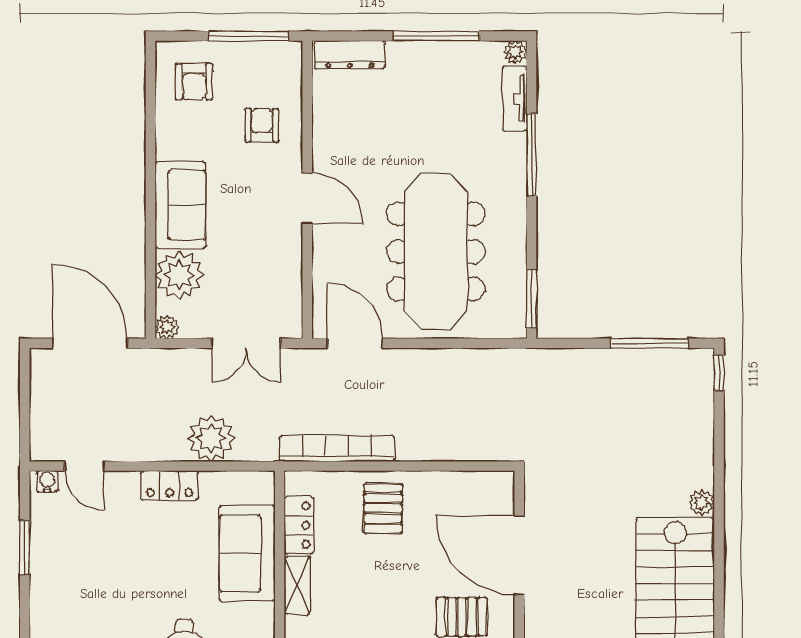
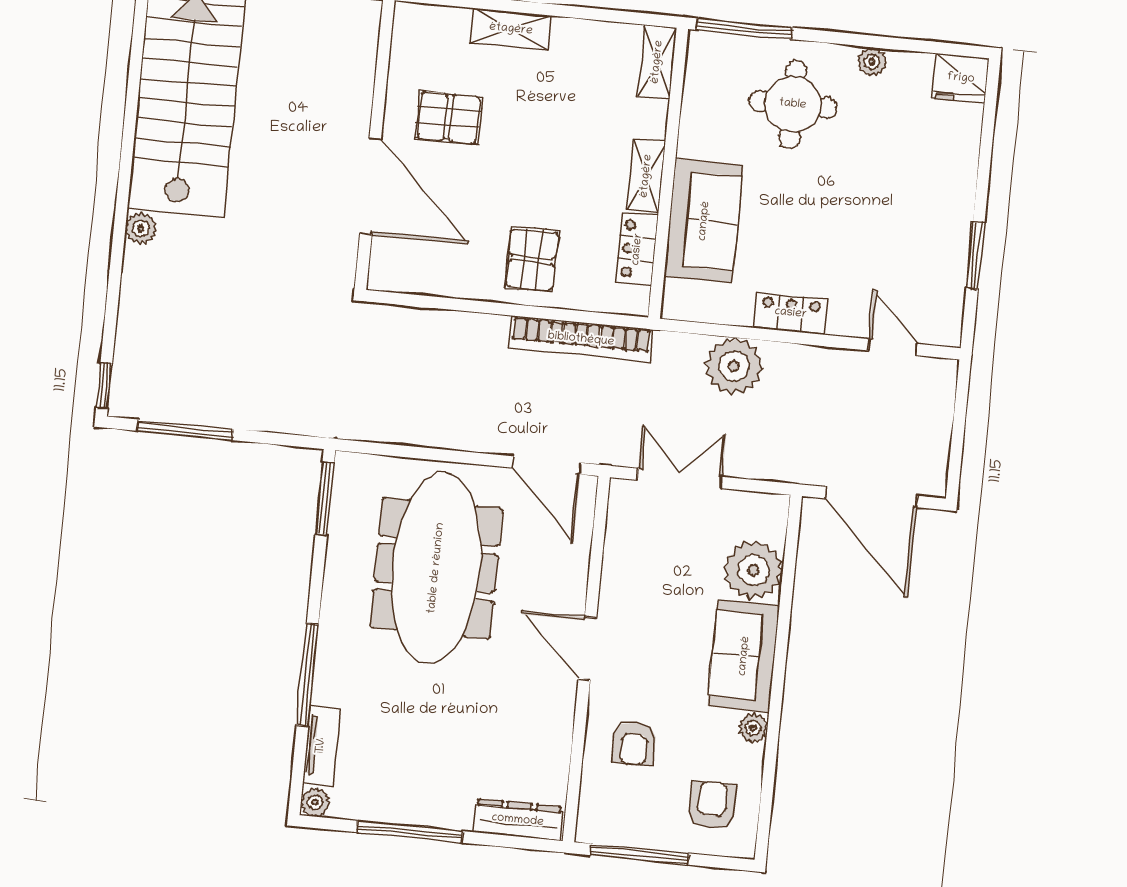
plant: (167, 327) -> (753, 728), moved
water cooler: (47, 481) -> (940, 333), removed

